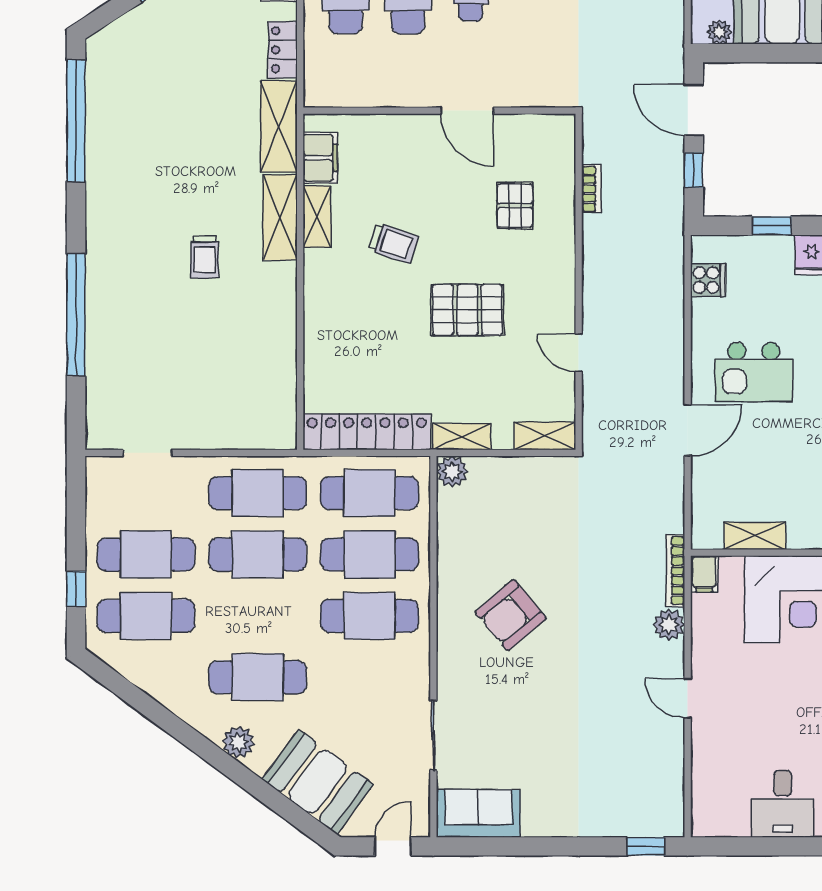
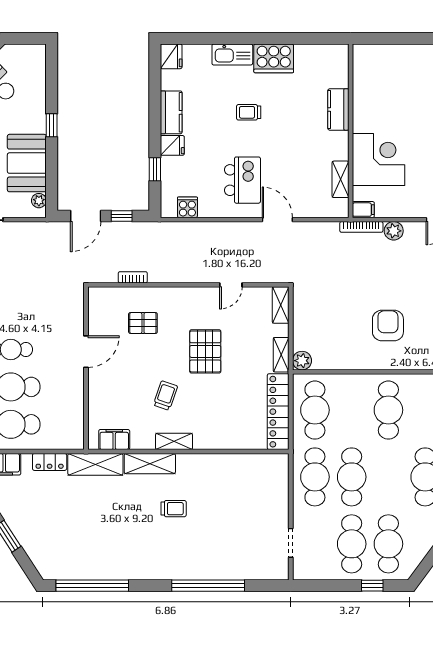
shelving: (317, 217) -> (174, 441), moved
cafe table: (369, 554) -> (352, 410), removed
armchair: (511, 615) -> (388, 326), turned -140

